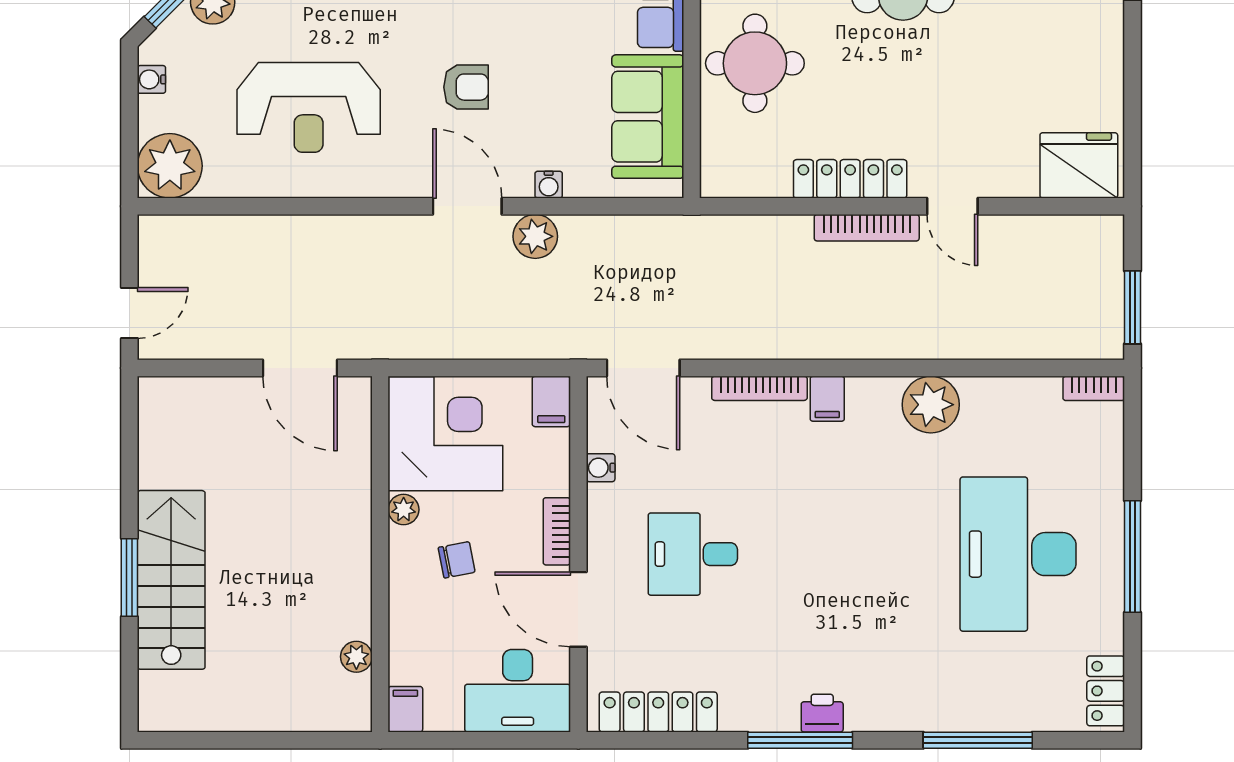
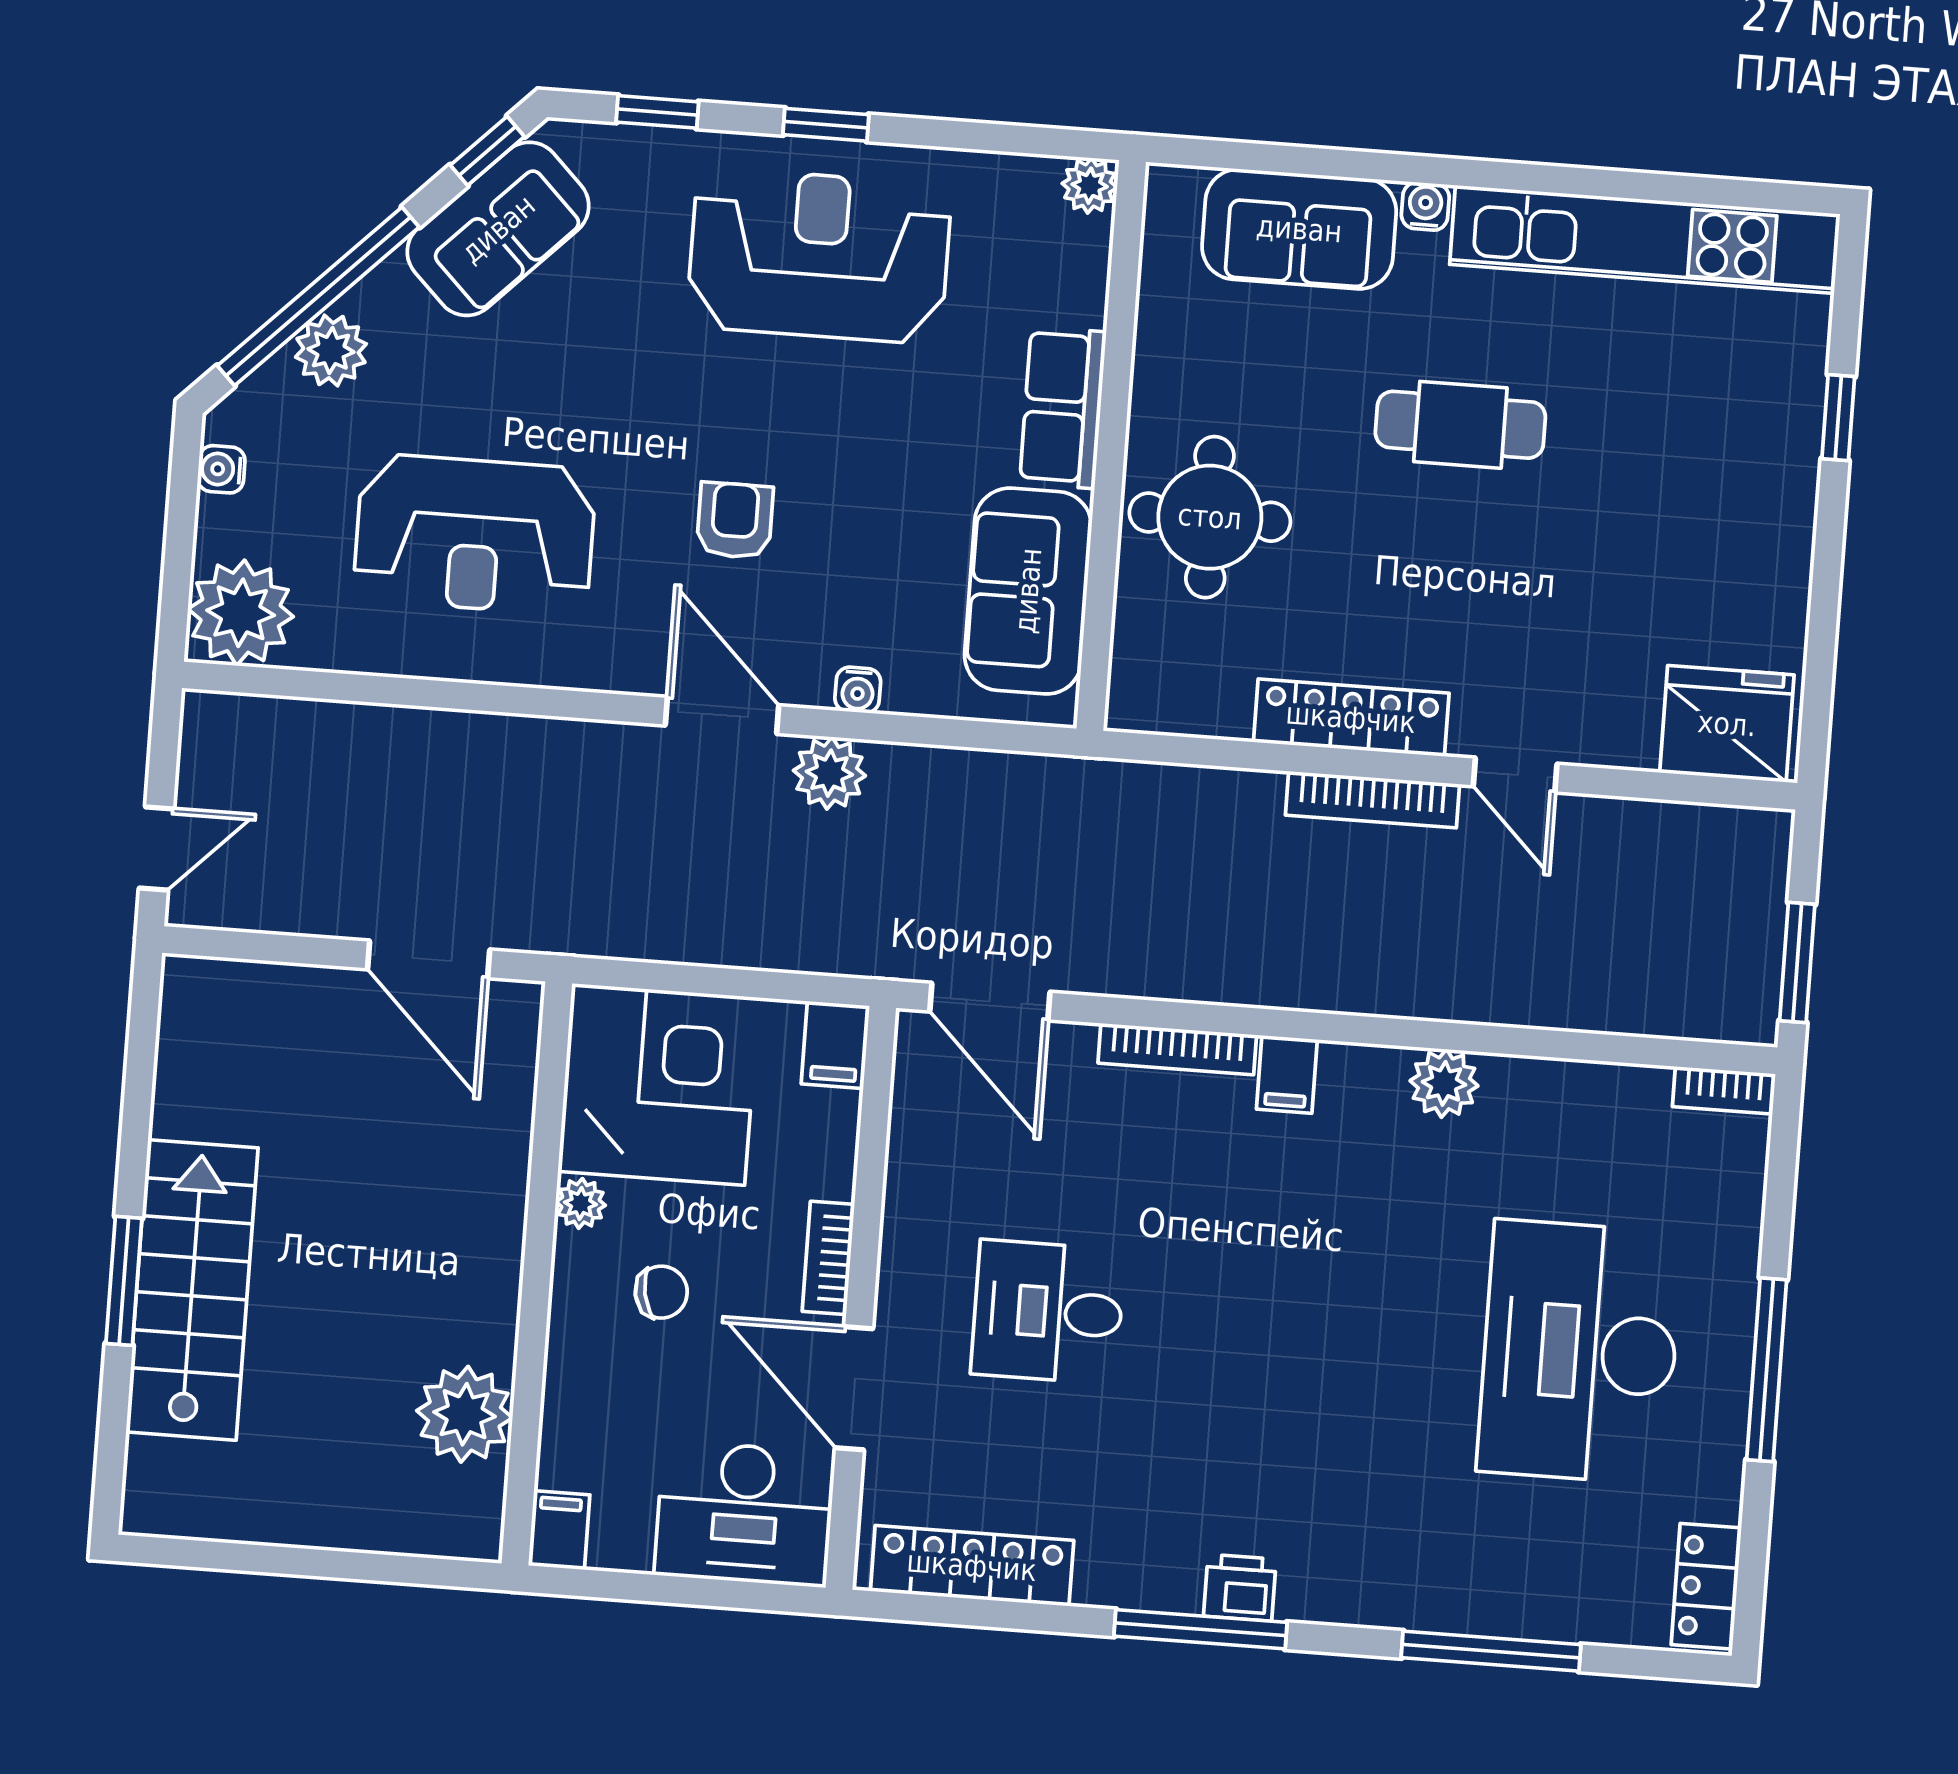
armchair: (466, 87) -> (735, 520), turned -90
plant: (931, 405) -> (1444, 1083), width x0.73, depth x0.73
water cooler: (601, 468) -> (908, 1159), removed
plant: (356, 657) -> (465, 1414), width x1.87, depth x1.87

